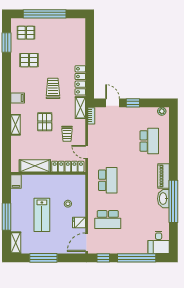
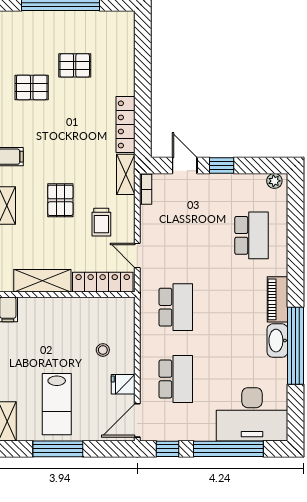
pallet: (26, 33) -> (75, 65), moved
trolley: (53, 88) -> (76, 139), removed
lab bench: (42, 215) -> (57, 404), moved
school desk: (108, 220) -> (176, 379), turned -90
desk: (159, 242) -> (252, 414), width x1.87, depth x1.30

